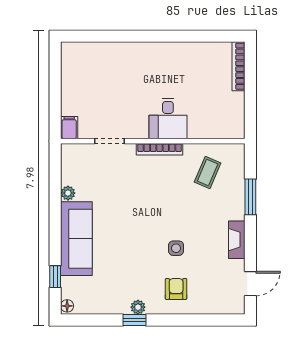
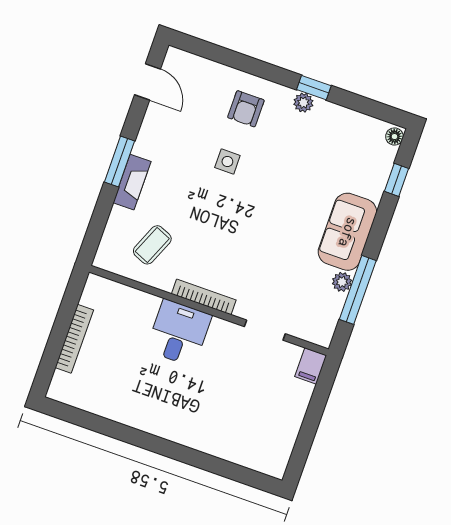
bookcase: (238, 66) -> (74, 339), moved
window: (55, 191) -> (358, 290), added
window: (250, 197) -> (120, 162), moved
sofa: (76, 239) -> (347, 232), width x0.73
fireplace: (237, 240) -> (132, 182), moved
door: (250, 284) -> (148, 82), swing flipped

